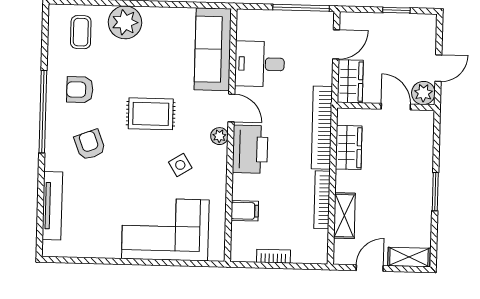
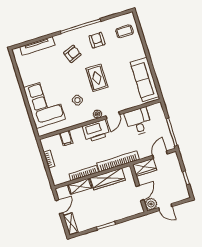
plant: (125, 22) -> (136, 51), removed
door: (336, 44) -> (160, 155), swing flipped
sofa: (213, 49) -> (145, 79), moved, turned -90
wardrobe: (349, 147) -> (108, 179), width x1.50
door: (370, 268) -> (59, 207), hinge flipped

